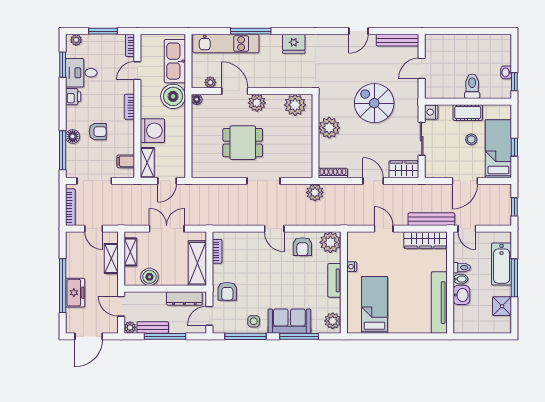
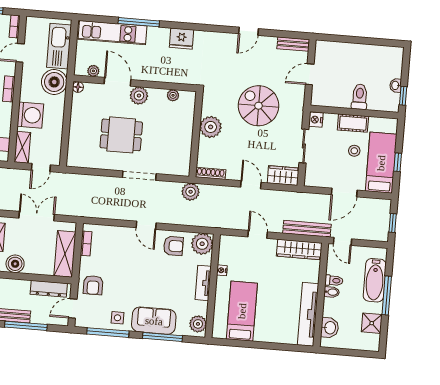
bench: (398, 40) -> (293, 44), width x0.73
plant: (295, 105) -> (173, 95), width x0.53, depth x0.53
armchair: (302, 247) -> (173, 246), turned -90
washbasin: (461, 295) -> (330, 328), moved

